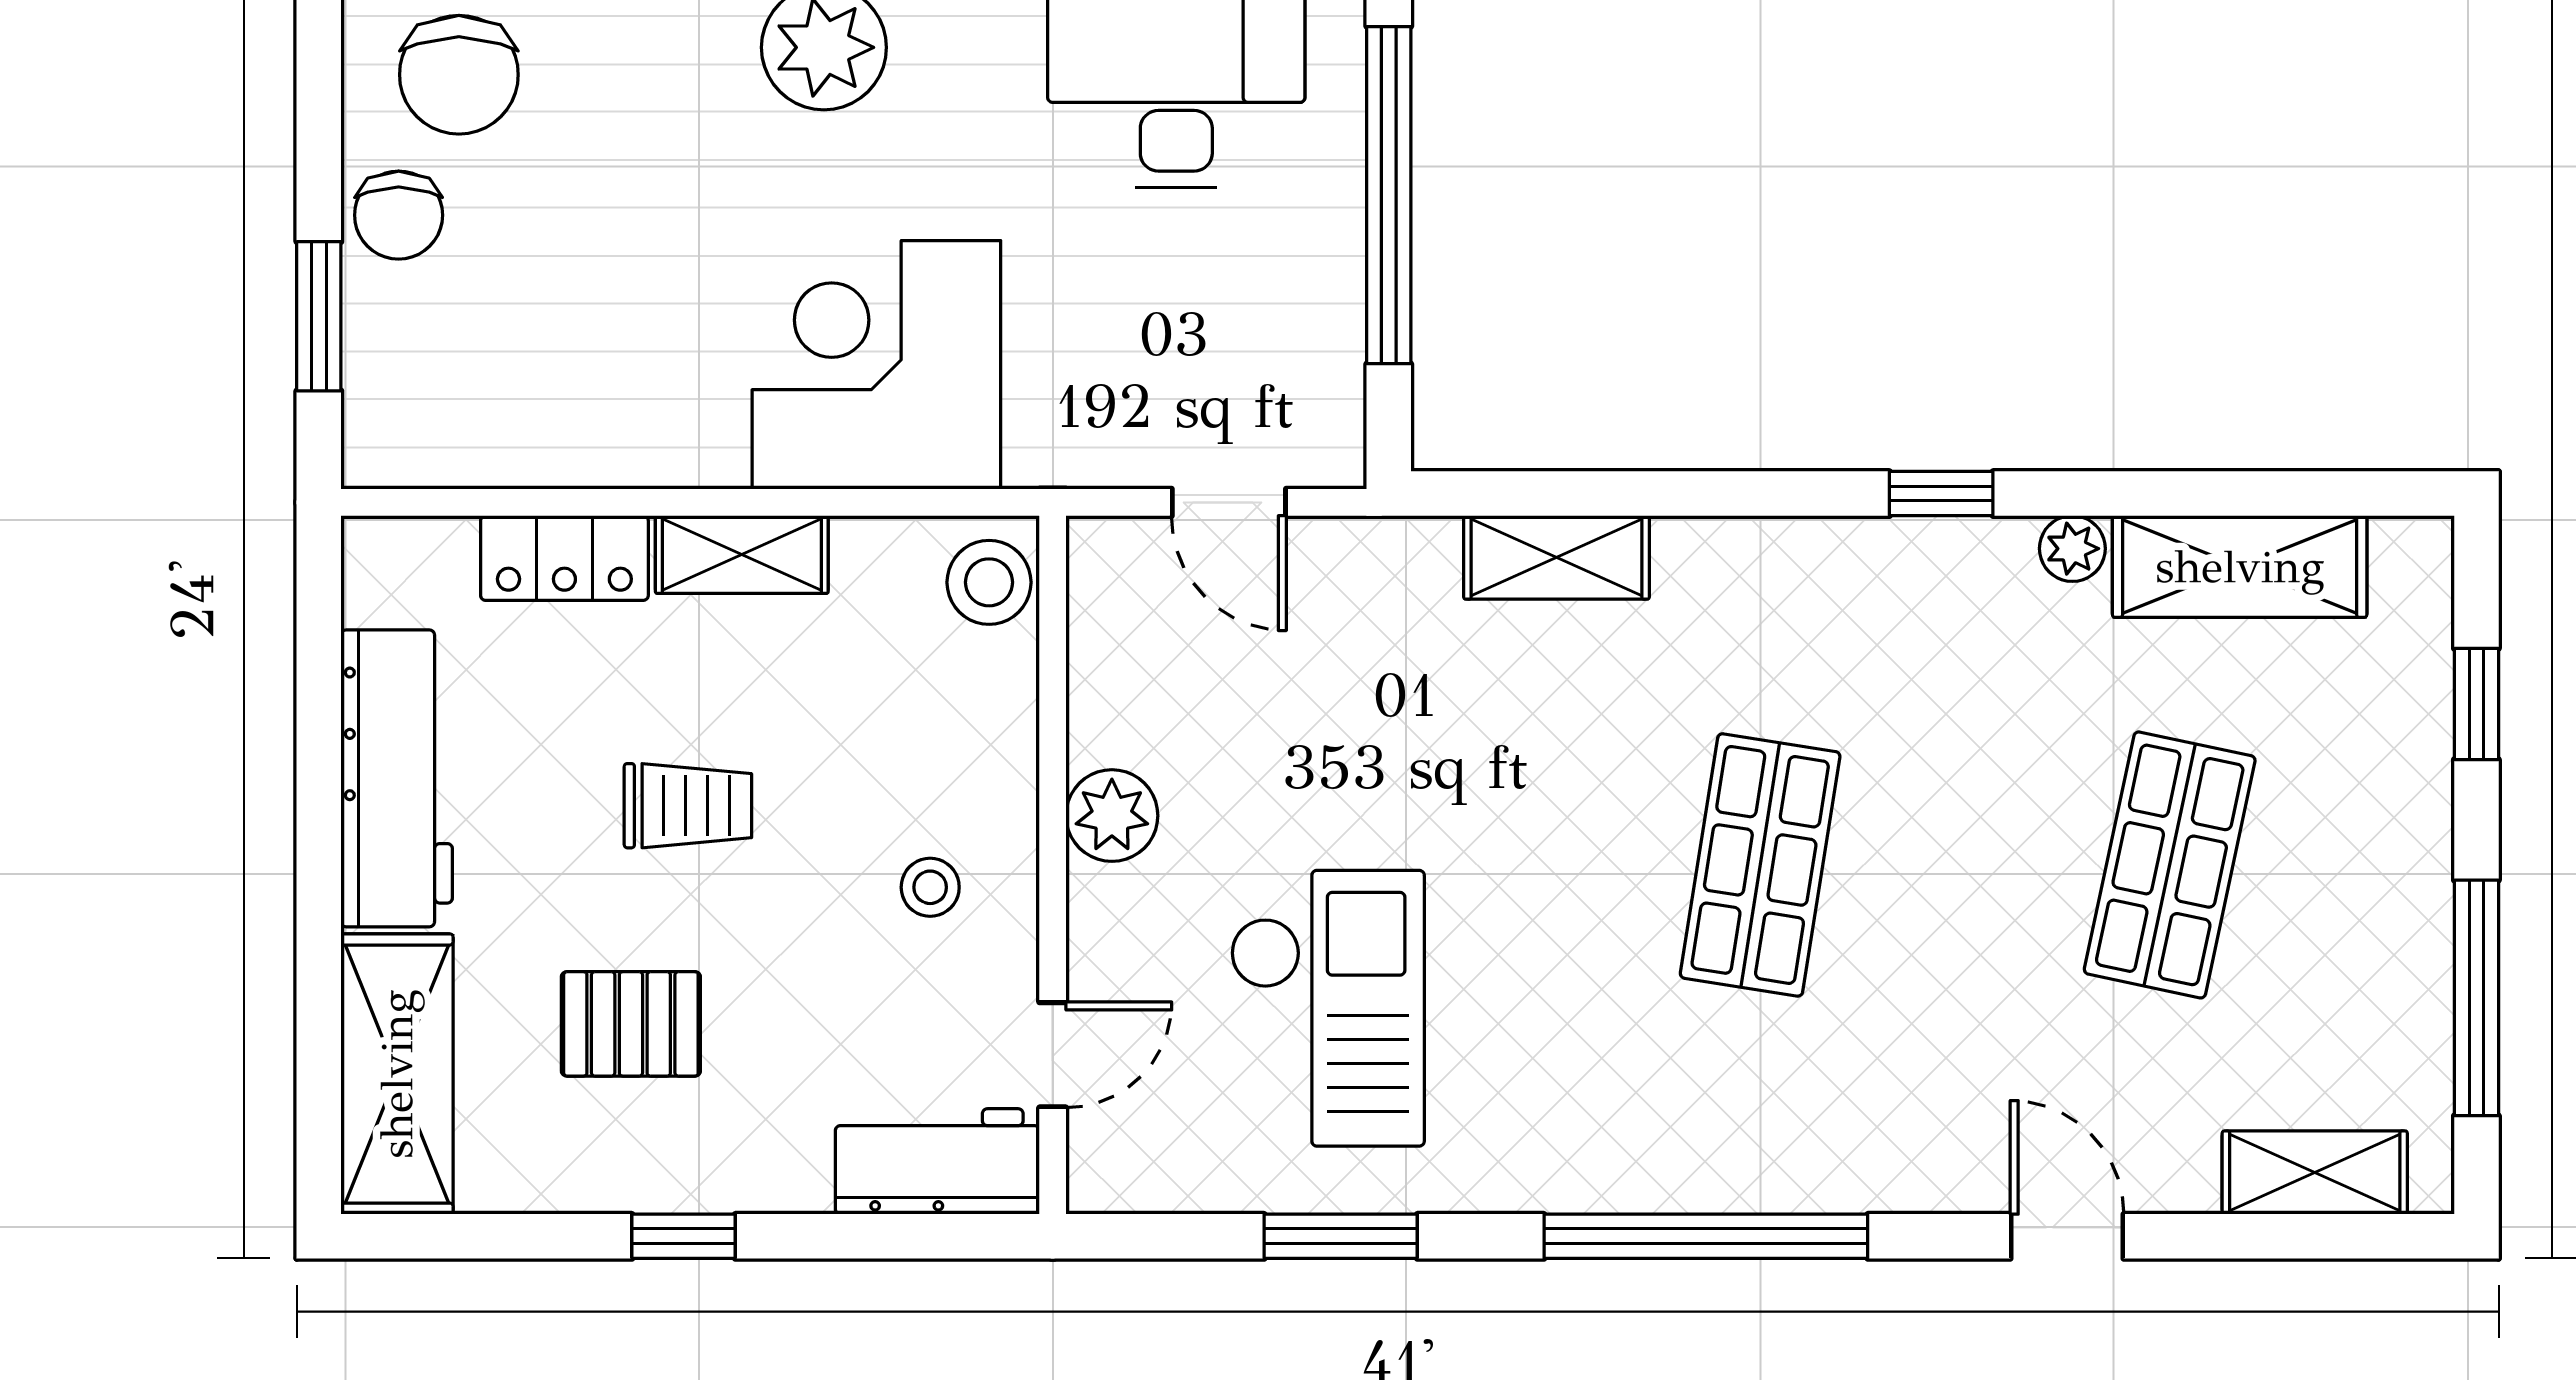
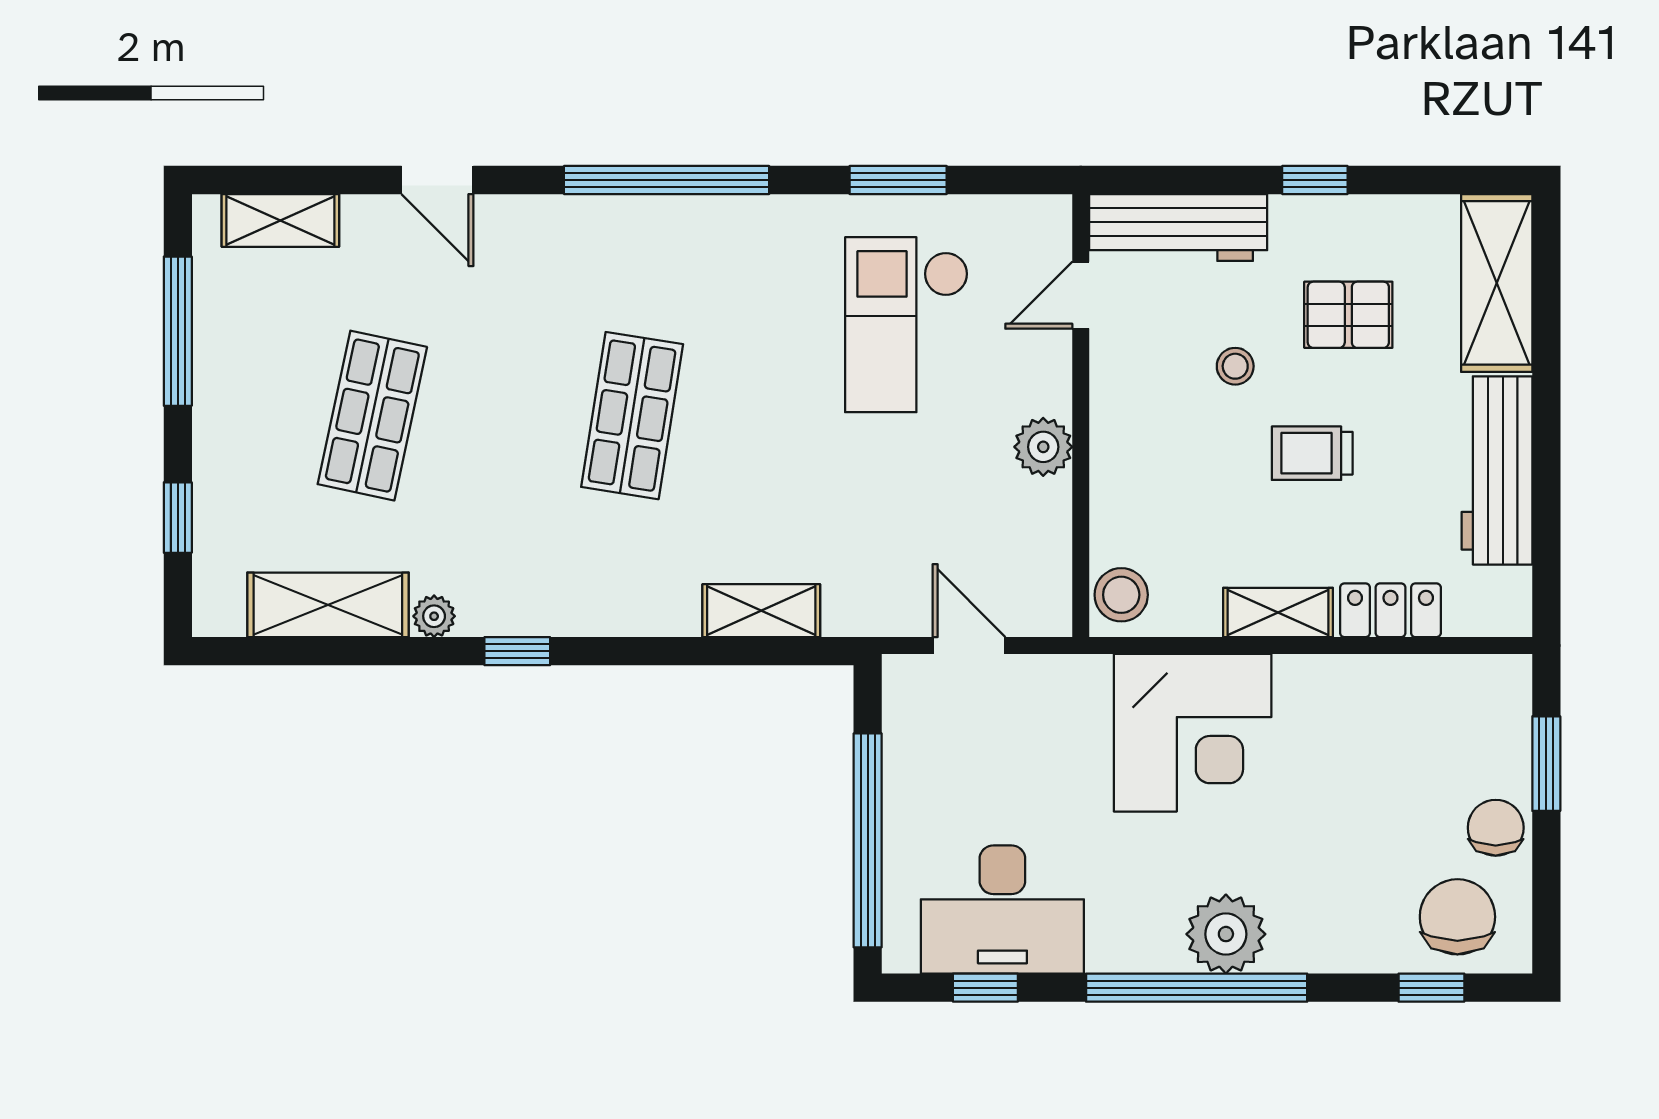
stool: (930, 887) -> (1235, 366), moved
workbench: (937, 1161) -> (1178, 227), width x1.38

